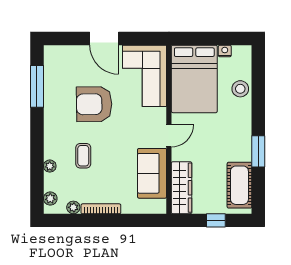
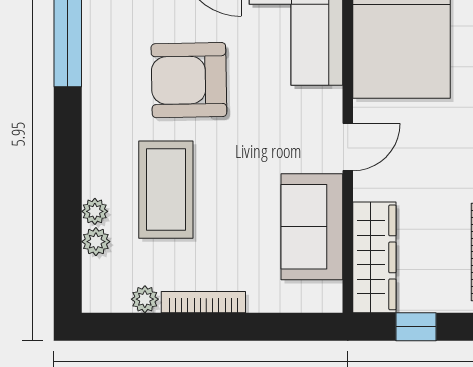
coffee table: (83, 156) -> (166, 190), width x1.86, depth x1.72
plant: (50, 199) -> (96, 242), moved
window: (216, 220) -> (416, 327), moved

